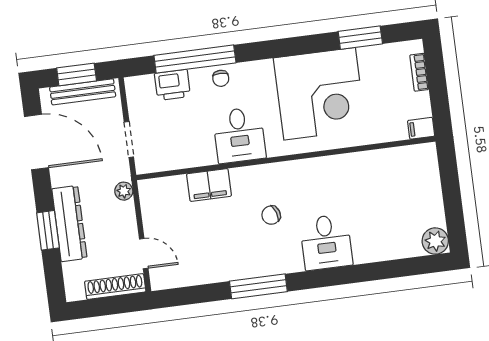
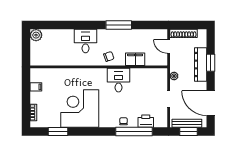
desk: (239, 135) -> (119, 80), moved
wall: (286, 158) -> (99, 67), moved
filing cabinet: (209, 185) -> (135, 59), moved

